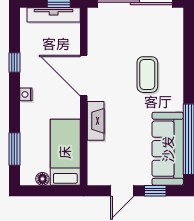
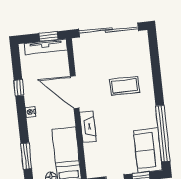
coffee table: (147, 75) -> (125, 86), turned 90
sofa: (168, 149) -> (148, 150), width x0.73

